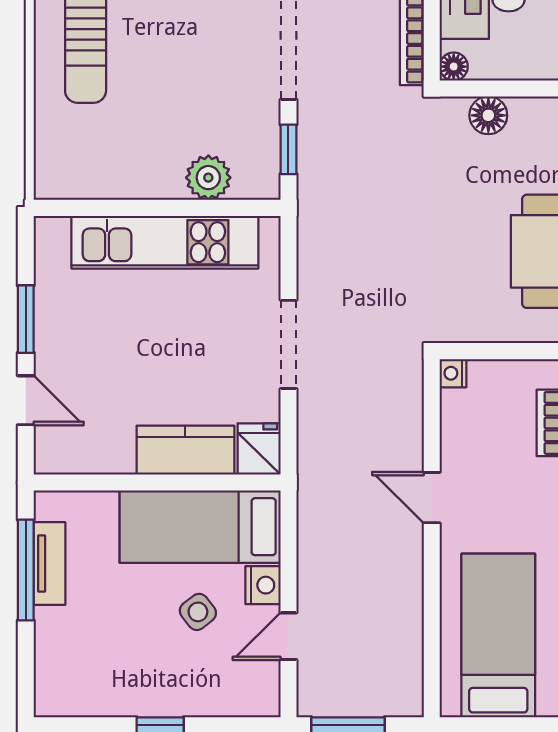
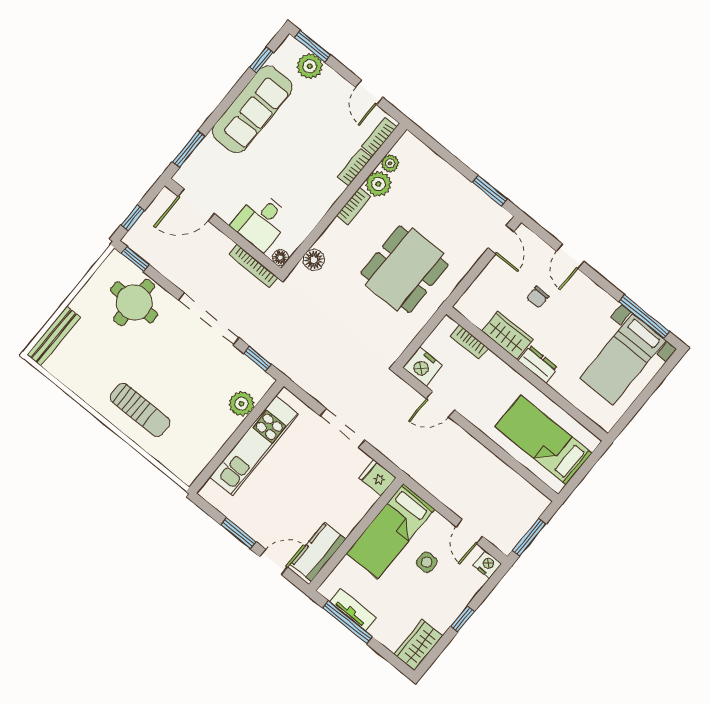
nightstand: (453, 373) -> (423, 366), width x1.89, depth x1.79
kitchen counter: (185, 450) -> (318, 552), moved
door: (432, 498) -> (440, 404), moved
nightstand: (263, 585) -> (487, 565), moved
side table: (198, 612) -> (427, 562), turned 38
wardrobe: (74, 694) -> (418, 645), added

